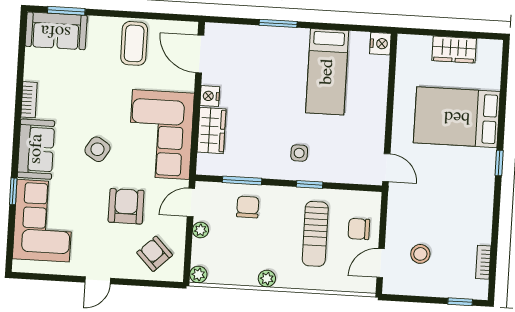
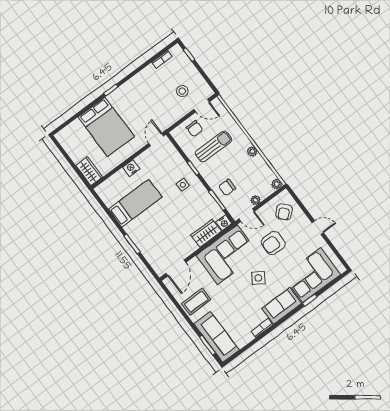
sofa: (56, 31) -> (216, 337), width x1.36
nightstand: (380, 44) -> (131, 168), moved
wardrobe: (454, 49) -> (89, 171), moved
nightstand: (210, 96) -> (224, 223), moved

